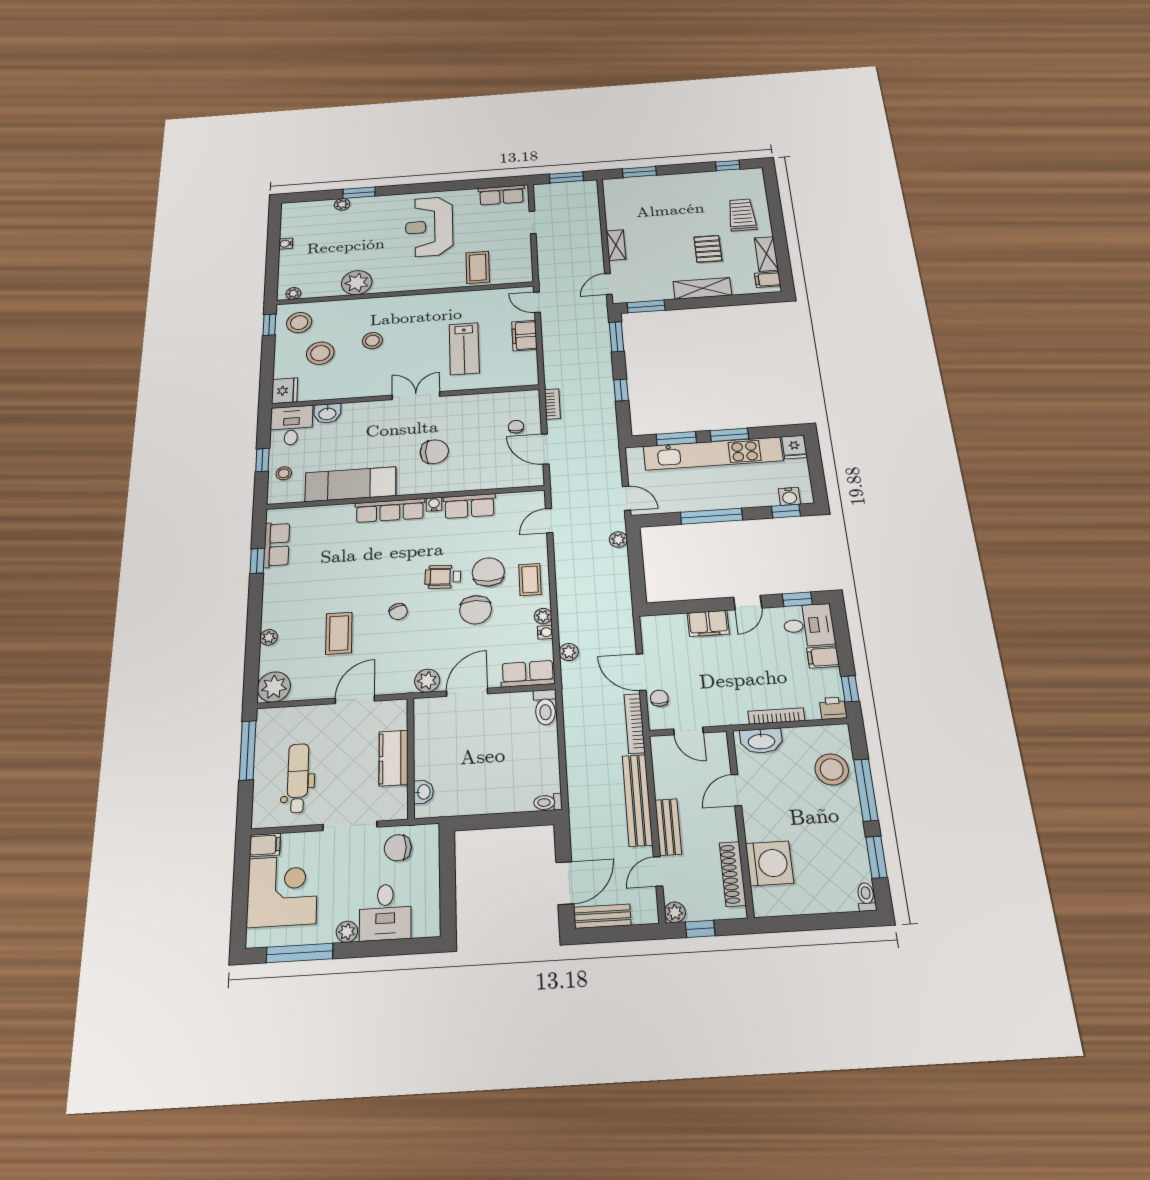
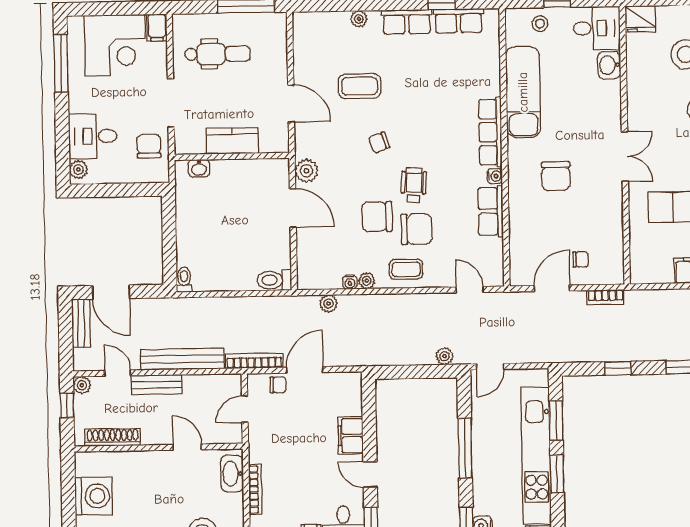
row of seats: (528, 674) -> (407, 22), moved, turned 90
plant: (274, 687) -> (308, 27), removed
washing machine: (769, 863) -> (94, 496), moved, turned -90
plant: (347, 932) -> (78, 170), moved

